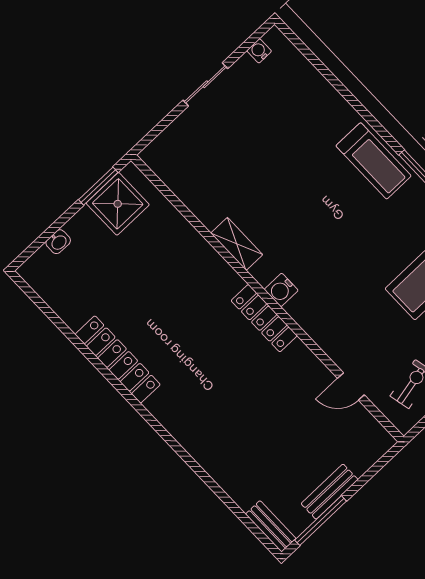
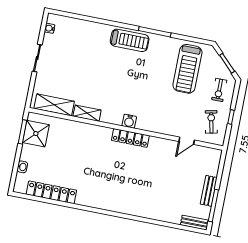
shelving: (180, 179) -> (54, 105), added
shelving: (237, 244) -> (87, 113), moved
locker: (118, 359) -> (51, 192), moved

